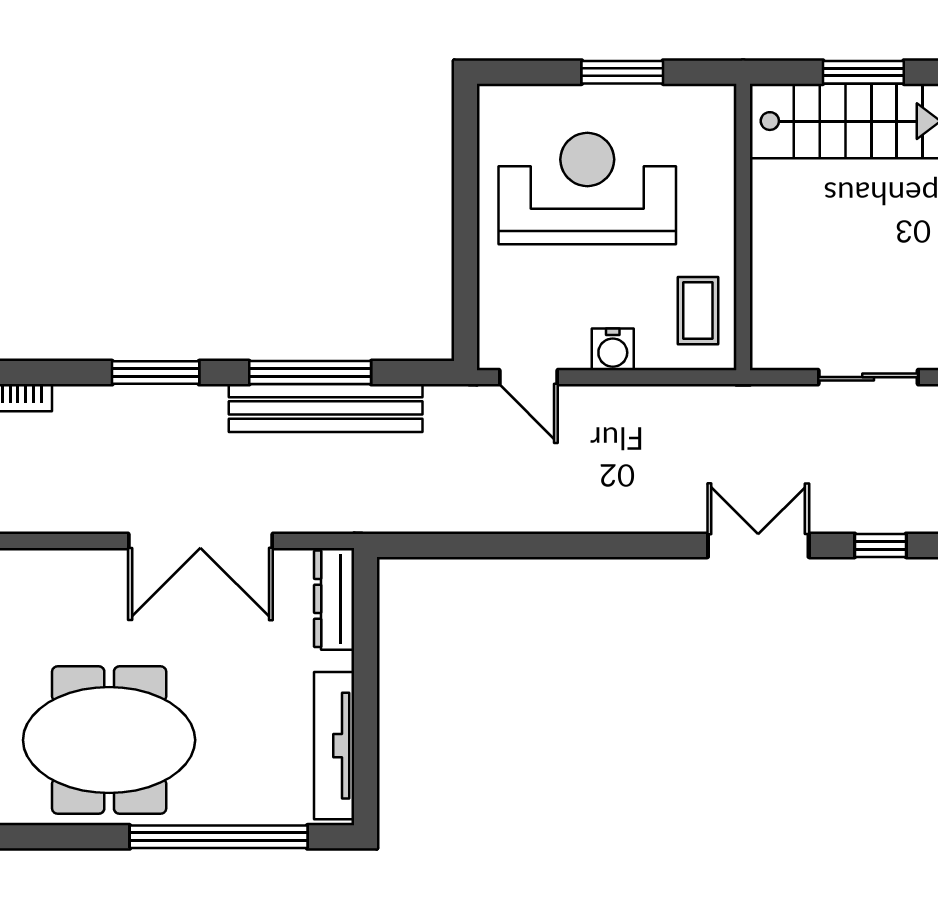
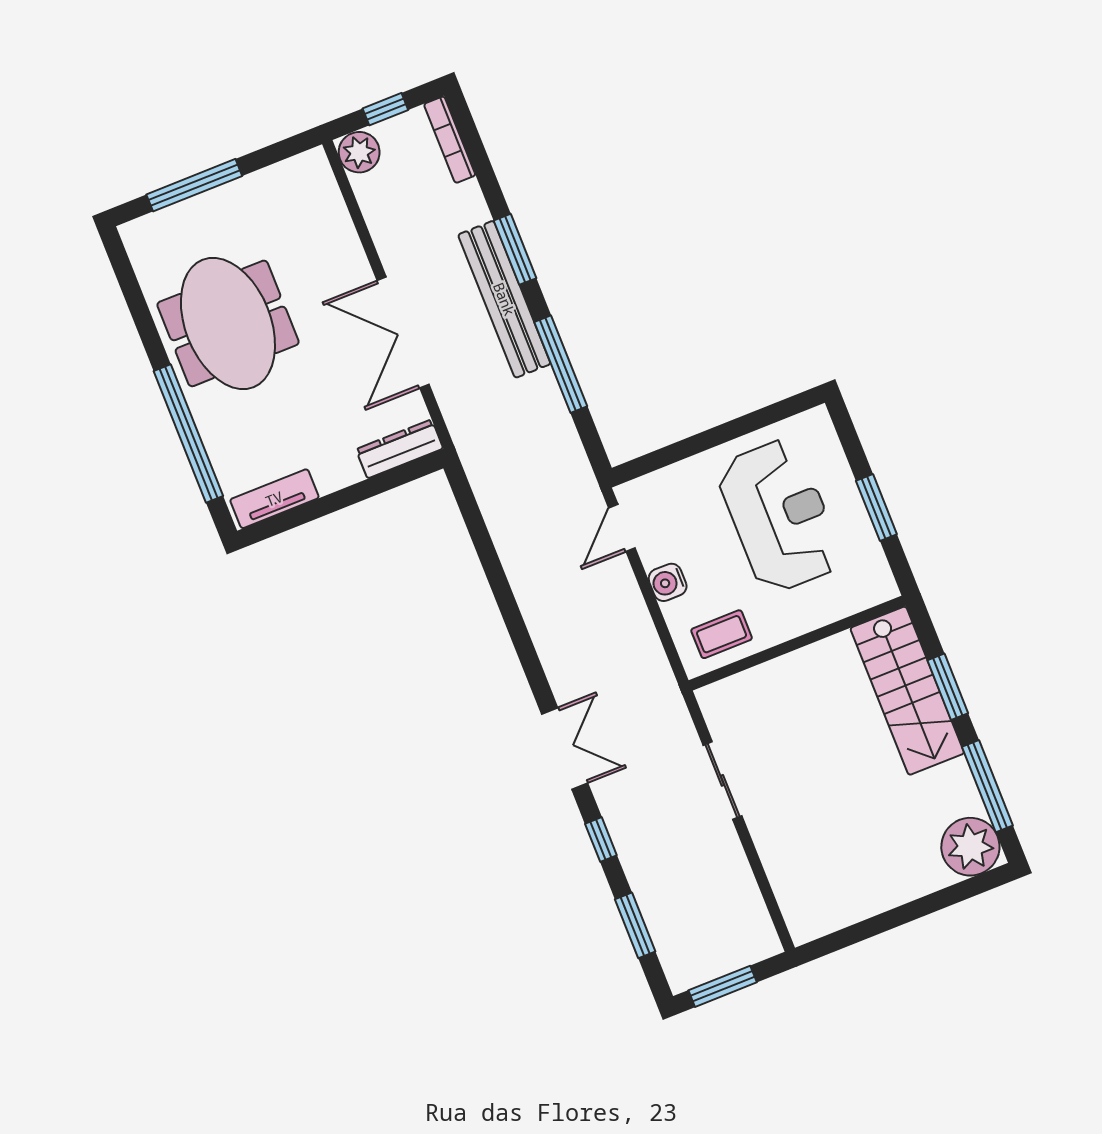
bench: (326, 408) -> (504, 299), moved
tv unit: (334, 746) -> (274, 499), width x0.71

